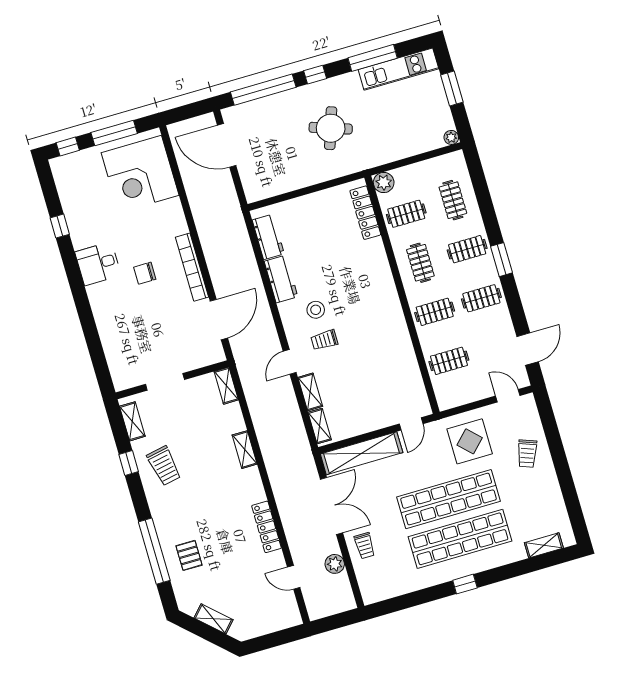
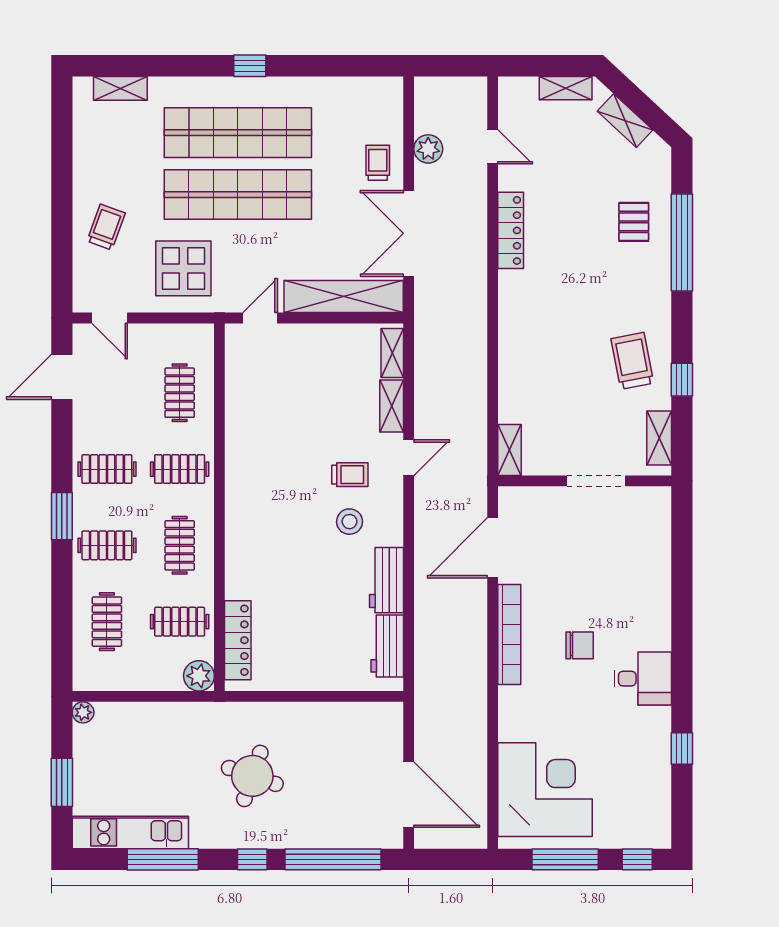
clothes rail: (449, 361) -> (180, 393), turned 90
shelving: (245, 450) -> (566, 88), moved, turned 90

